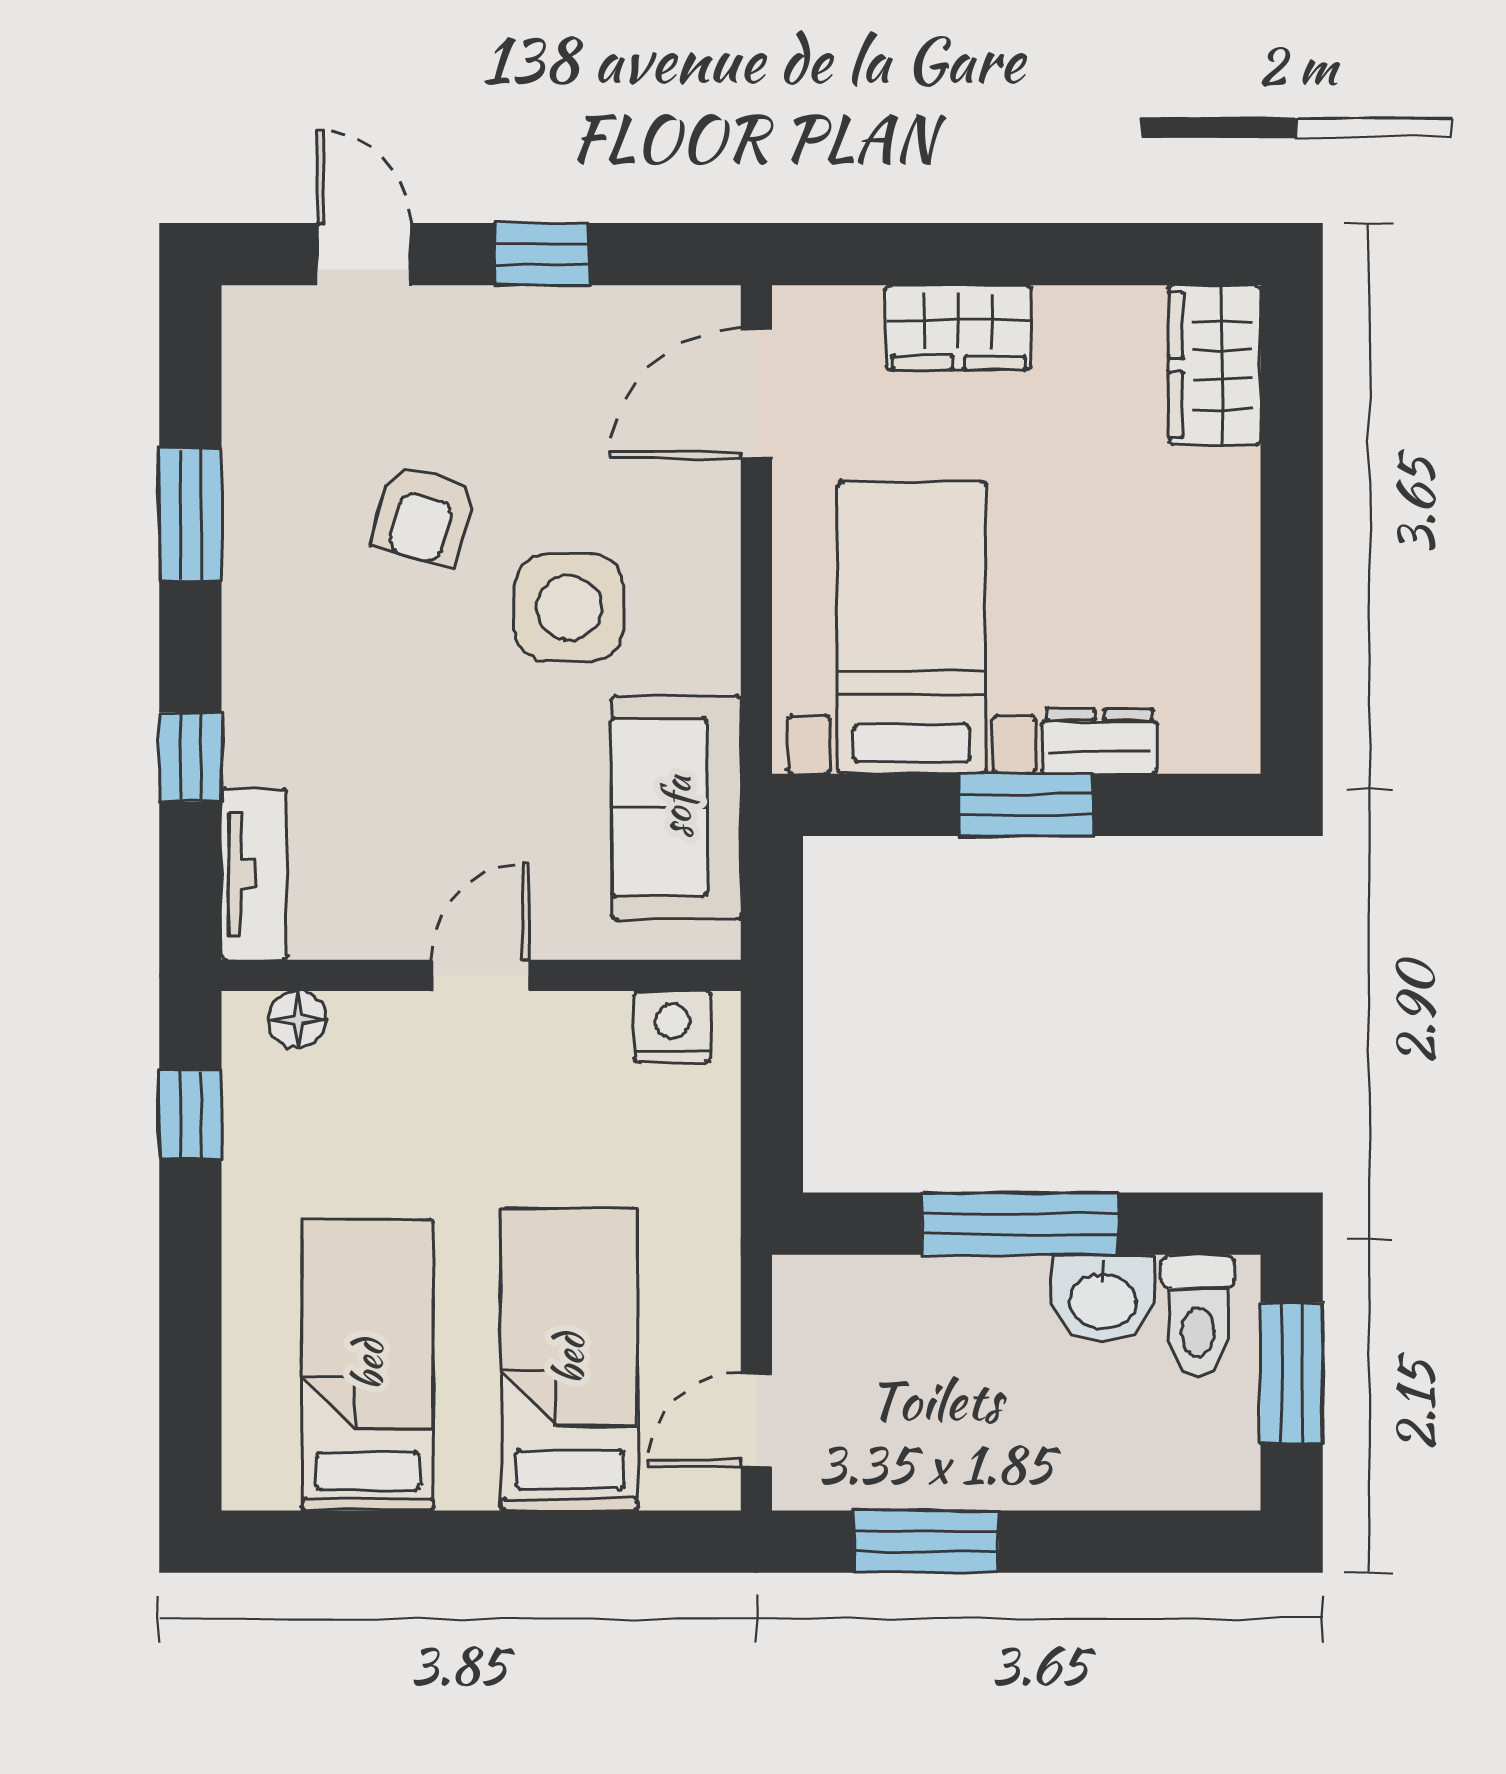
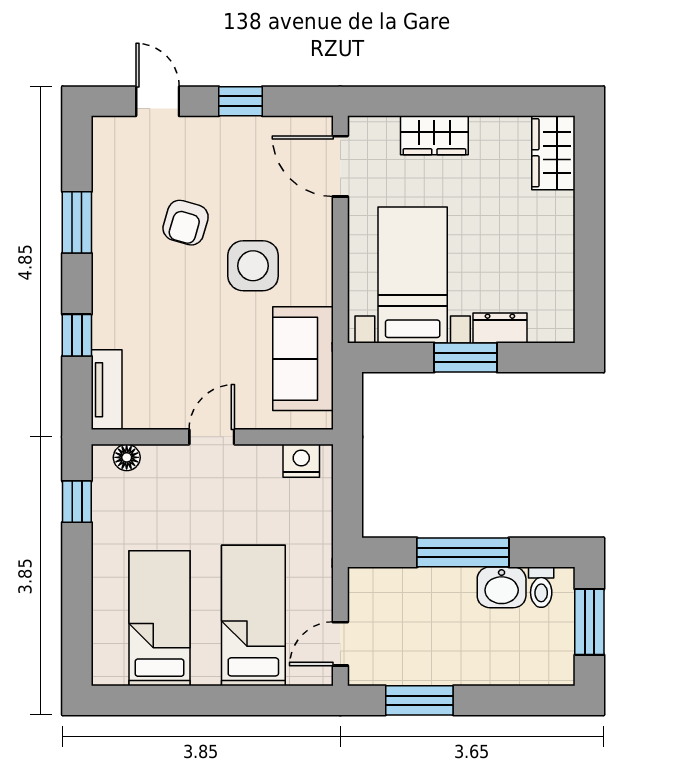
door: (756, 394) -> (340, 166), hinge flipped
toilet: (1198, 1315) -> (541, 587), width x0.73, depth x0.72

